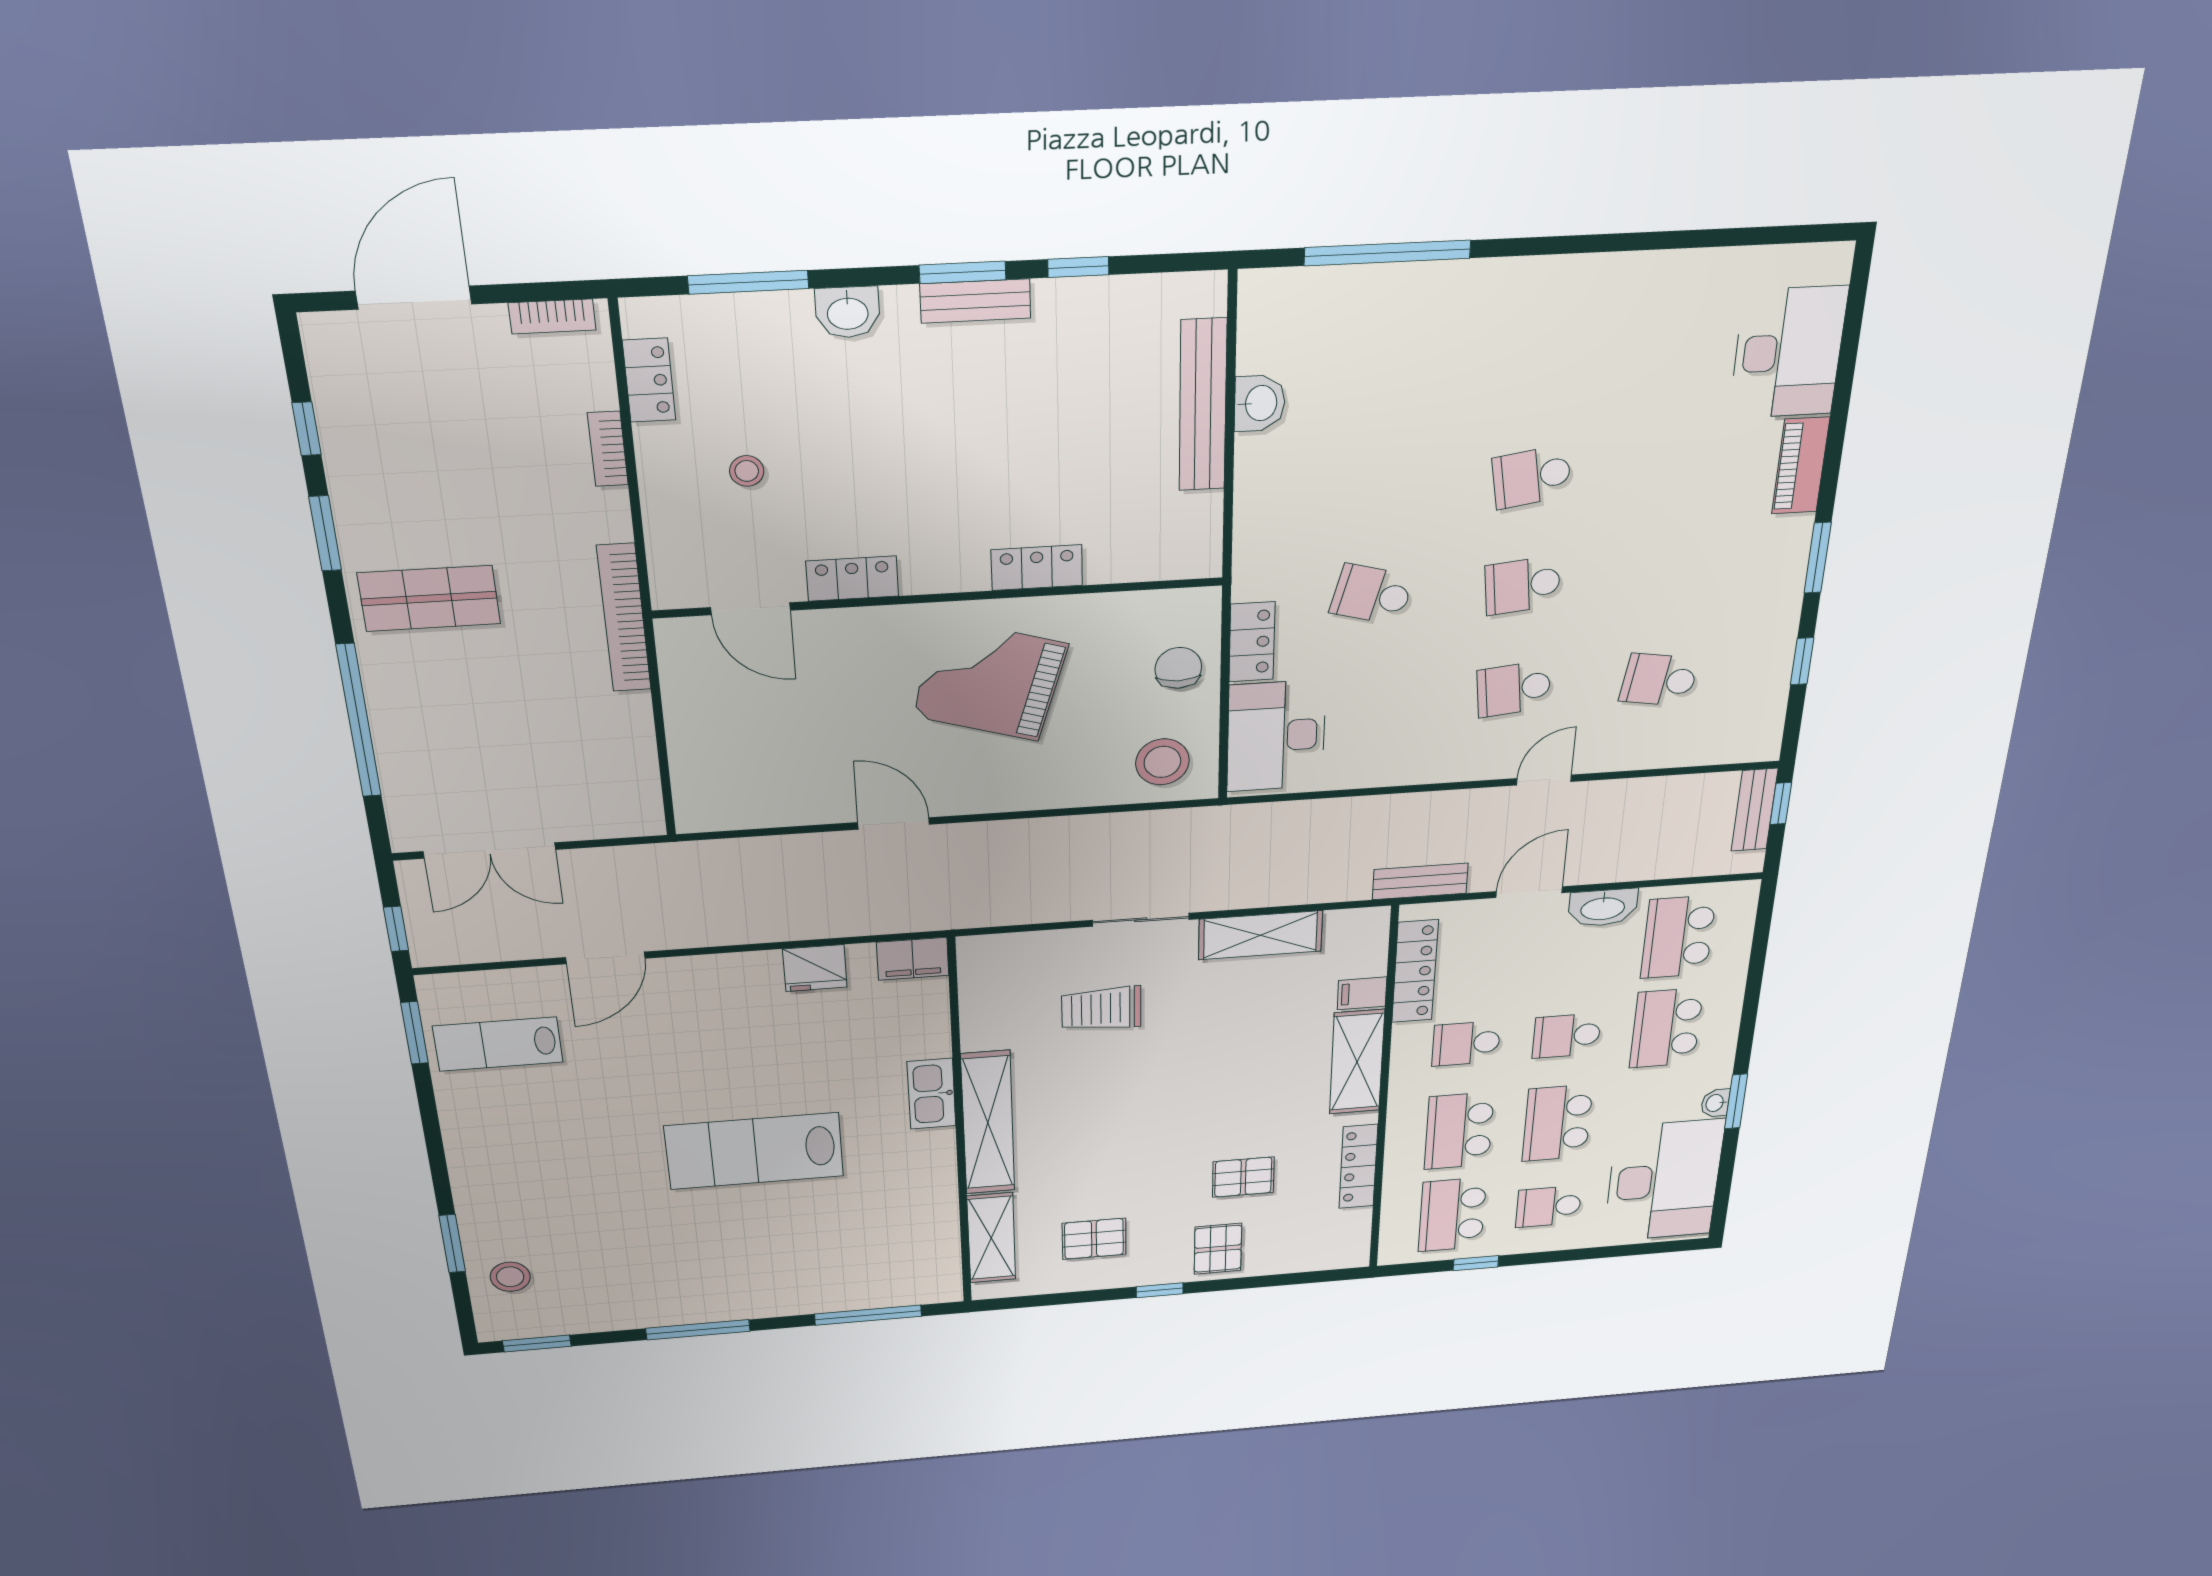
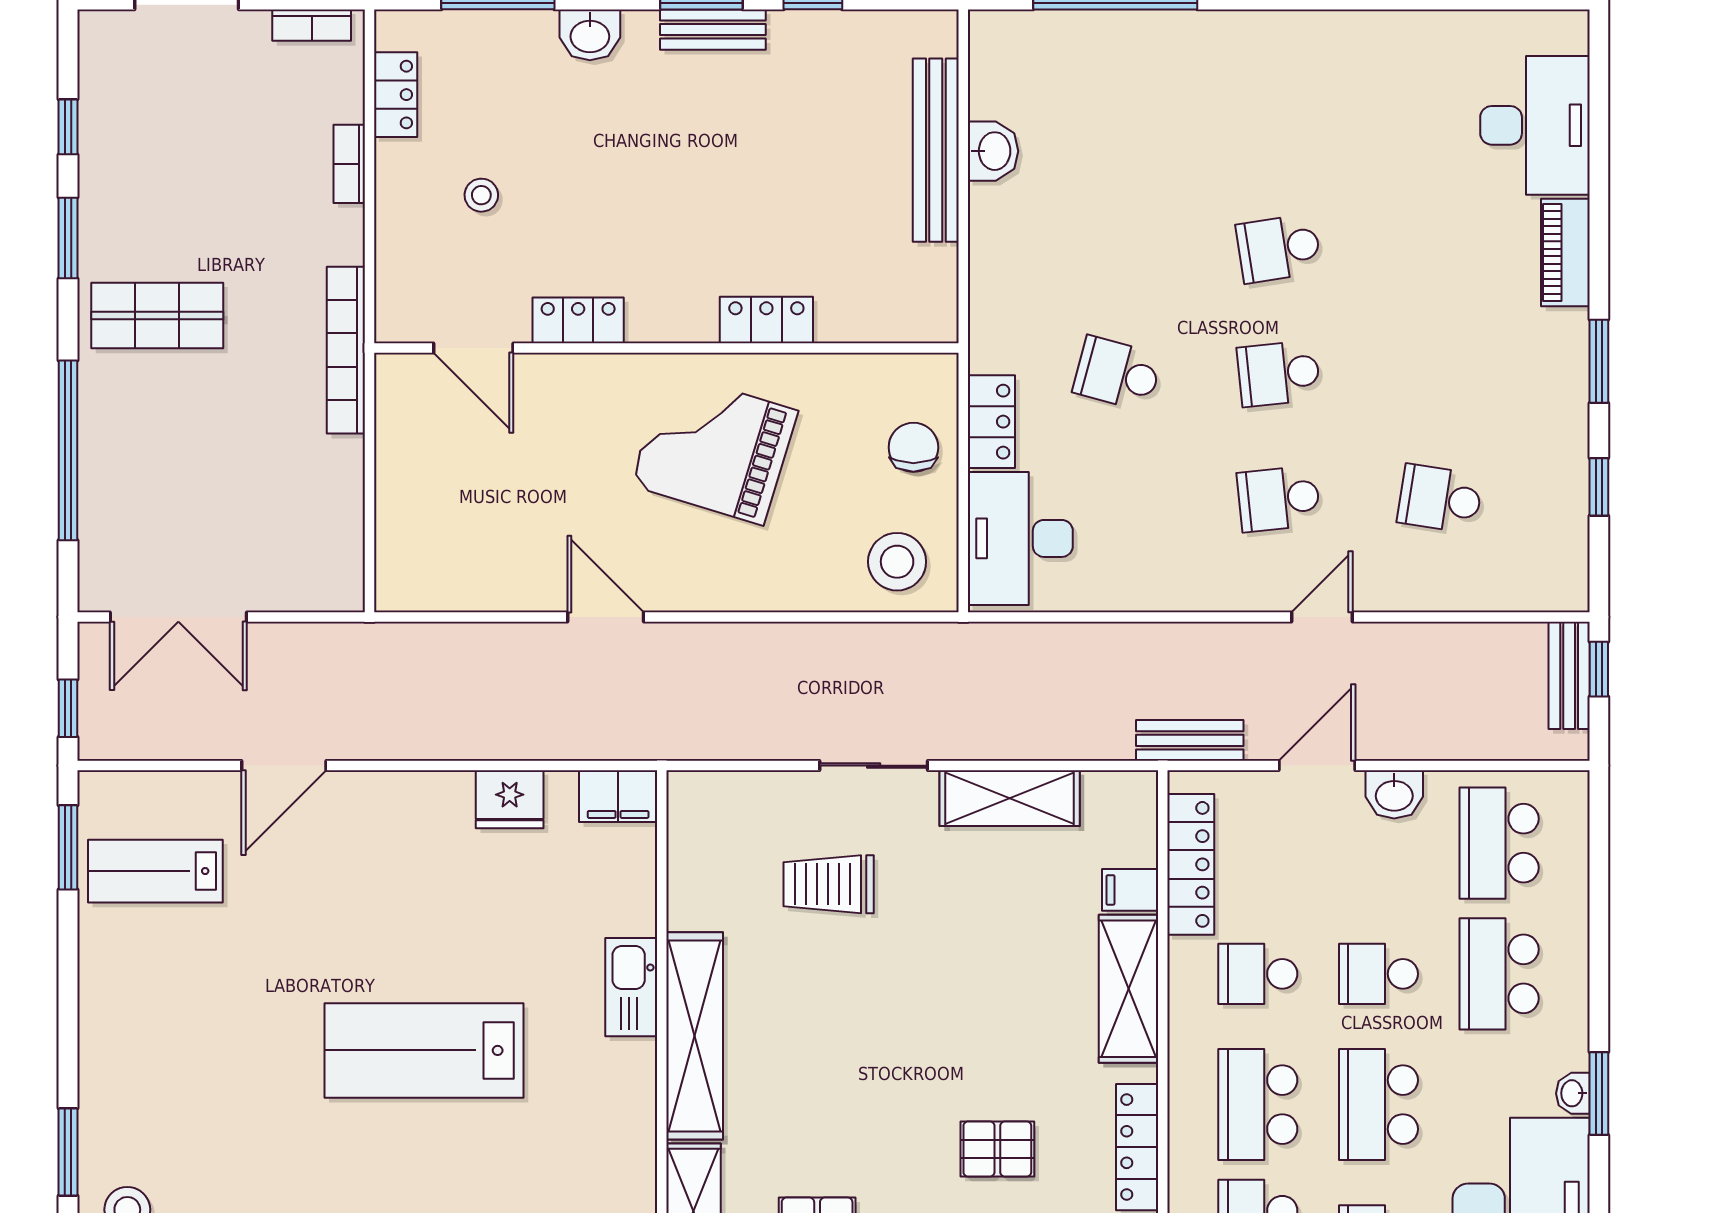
washbasin: (1603, 908) -> (1394, 794), width x0.72

